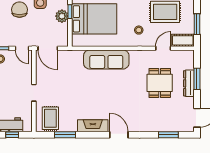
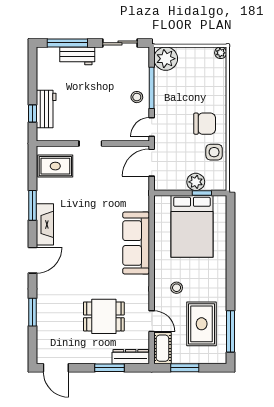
dresser: (189, 83) -> (131, 357), moved
window: (65, 135) -> (32, 205), moved
window: (168, 135) -> (32, 312), moved

